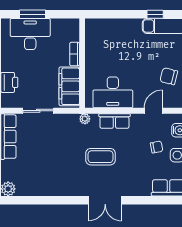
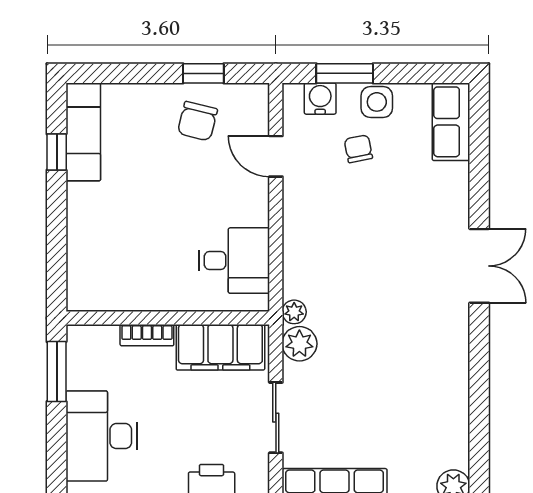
window: (32, 14) -> (57, 372), moved
desk: (113, 92) -> (234, 261), width x0.73
plant: (71, 121) -> (299, 344), added
row of seats: (114, 121) -> (299, 244), removed
coffee table: (100, 157) -> (380, 276), removed

